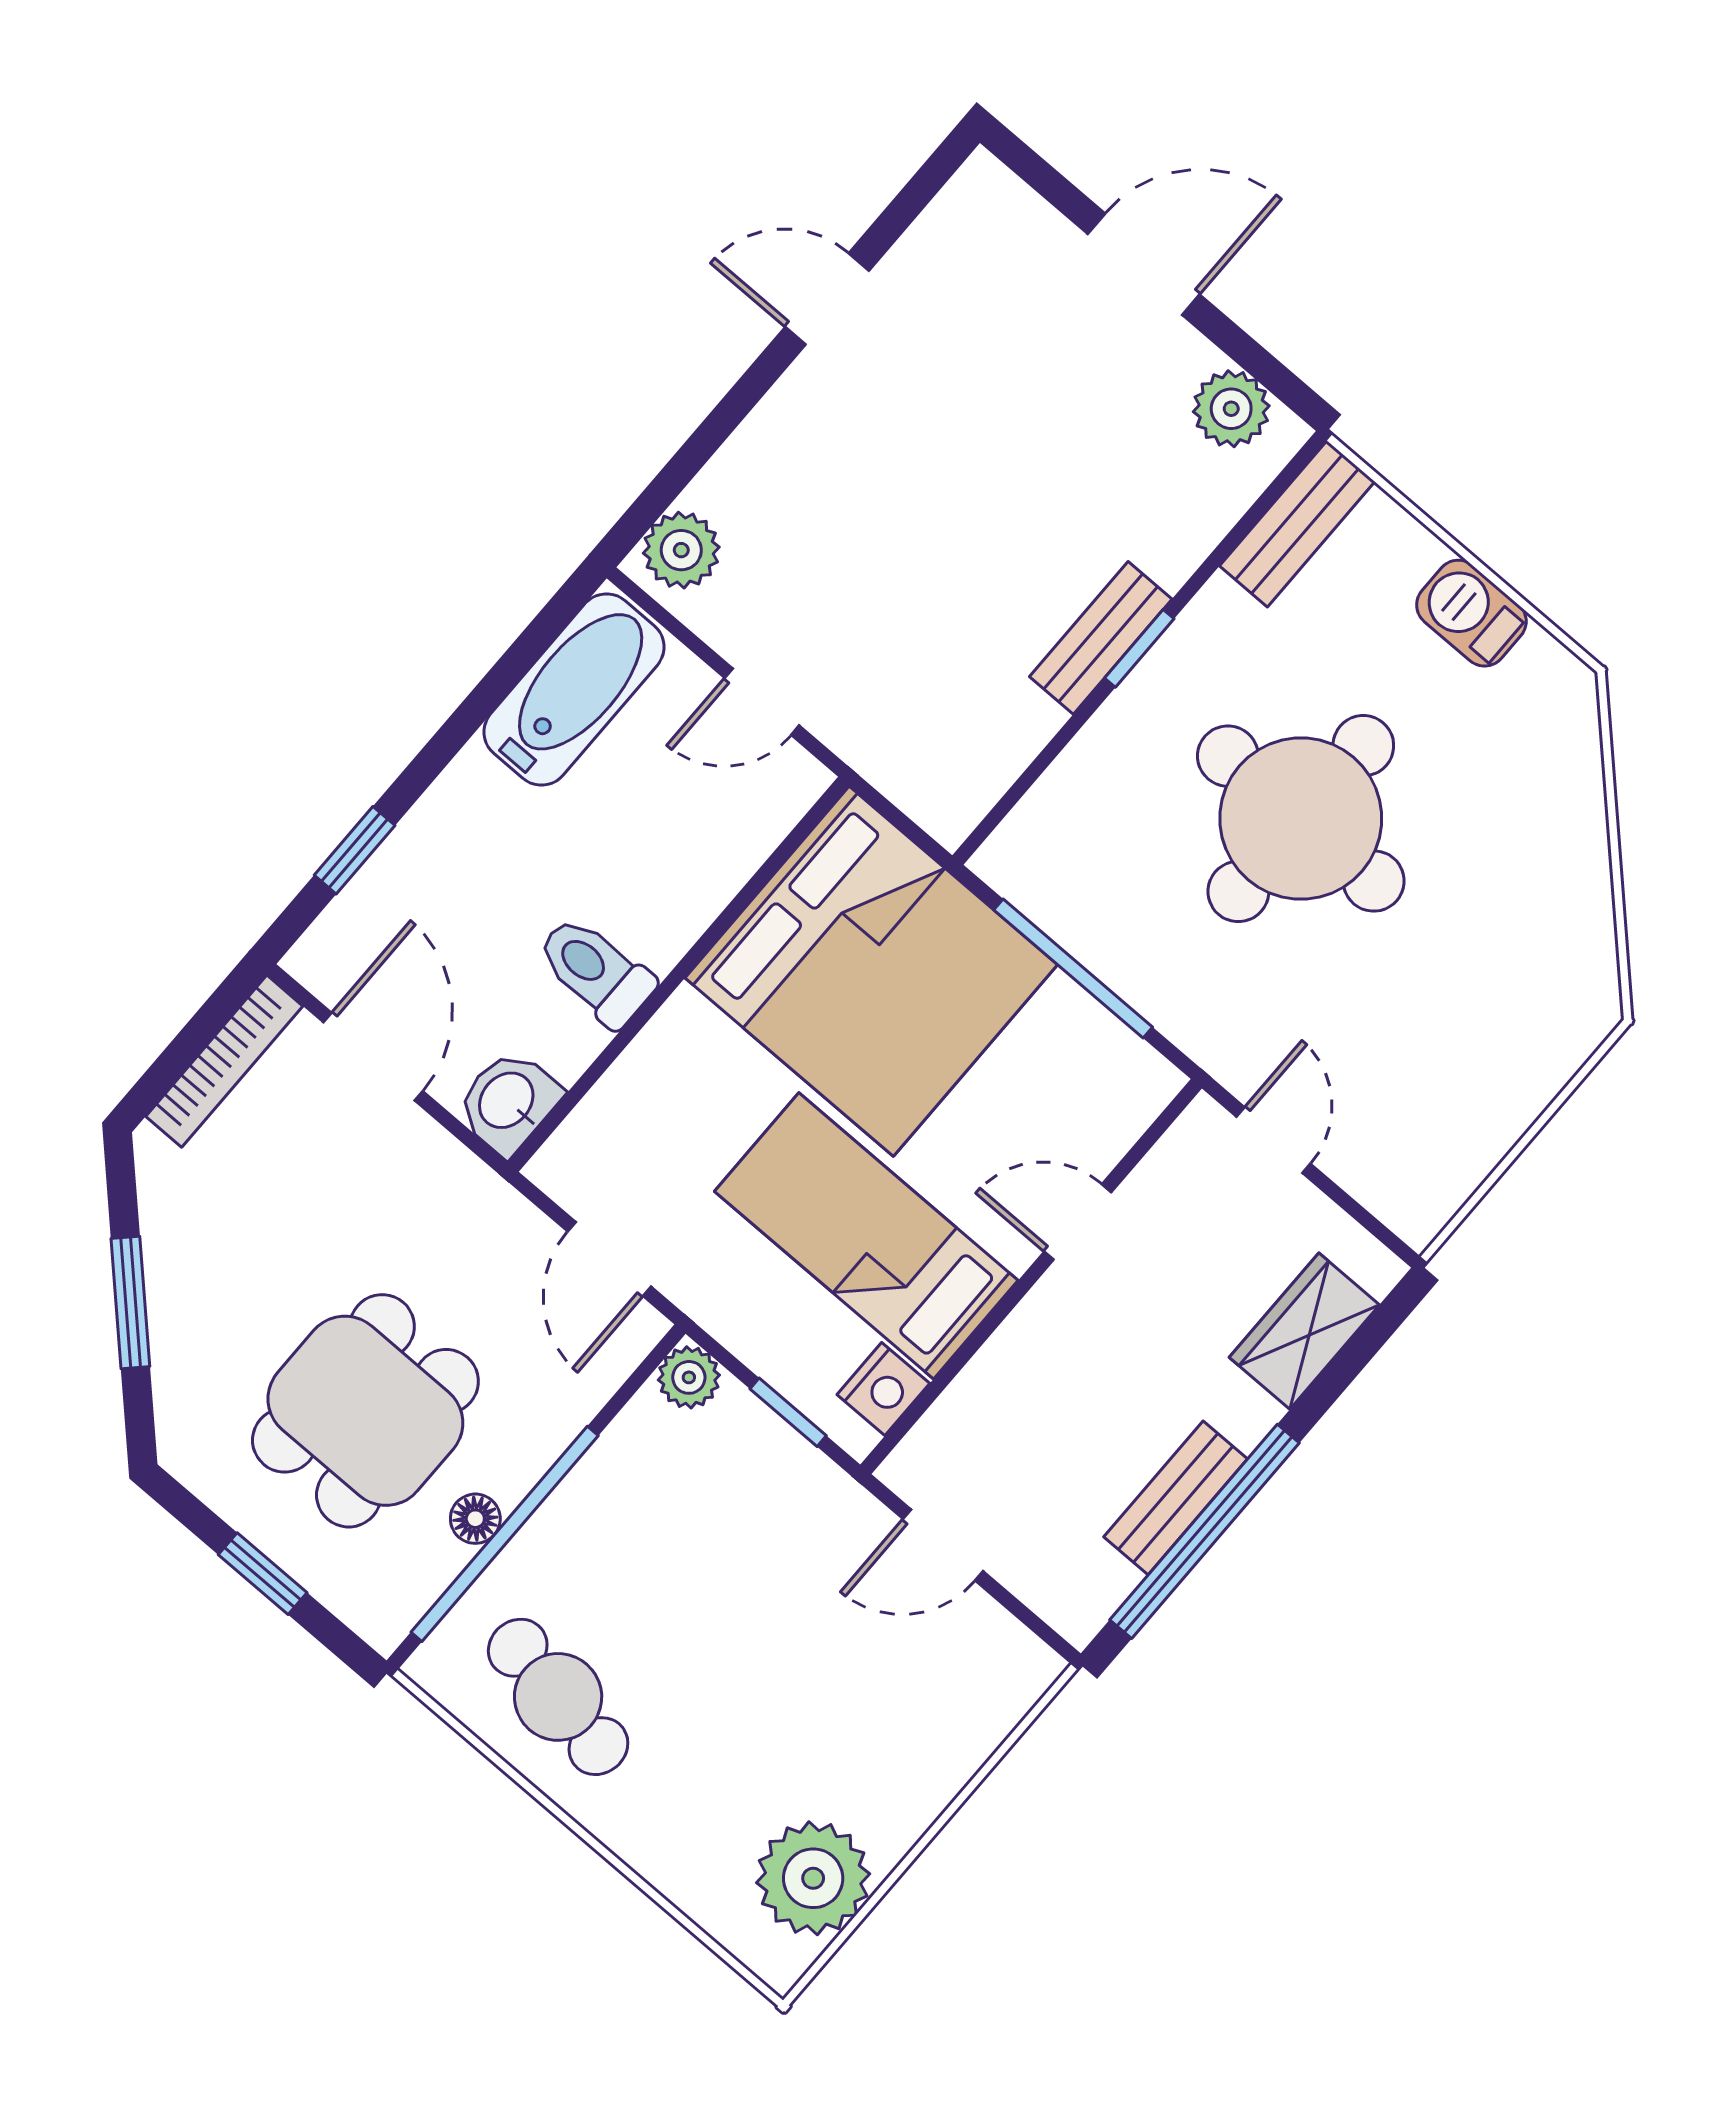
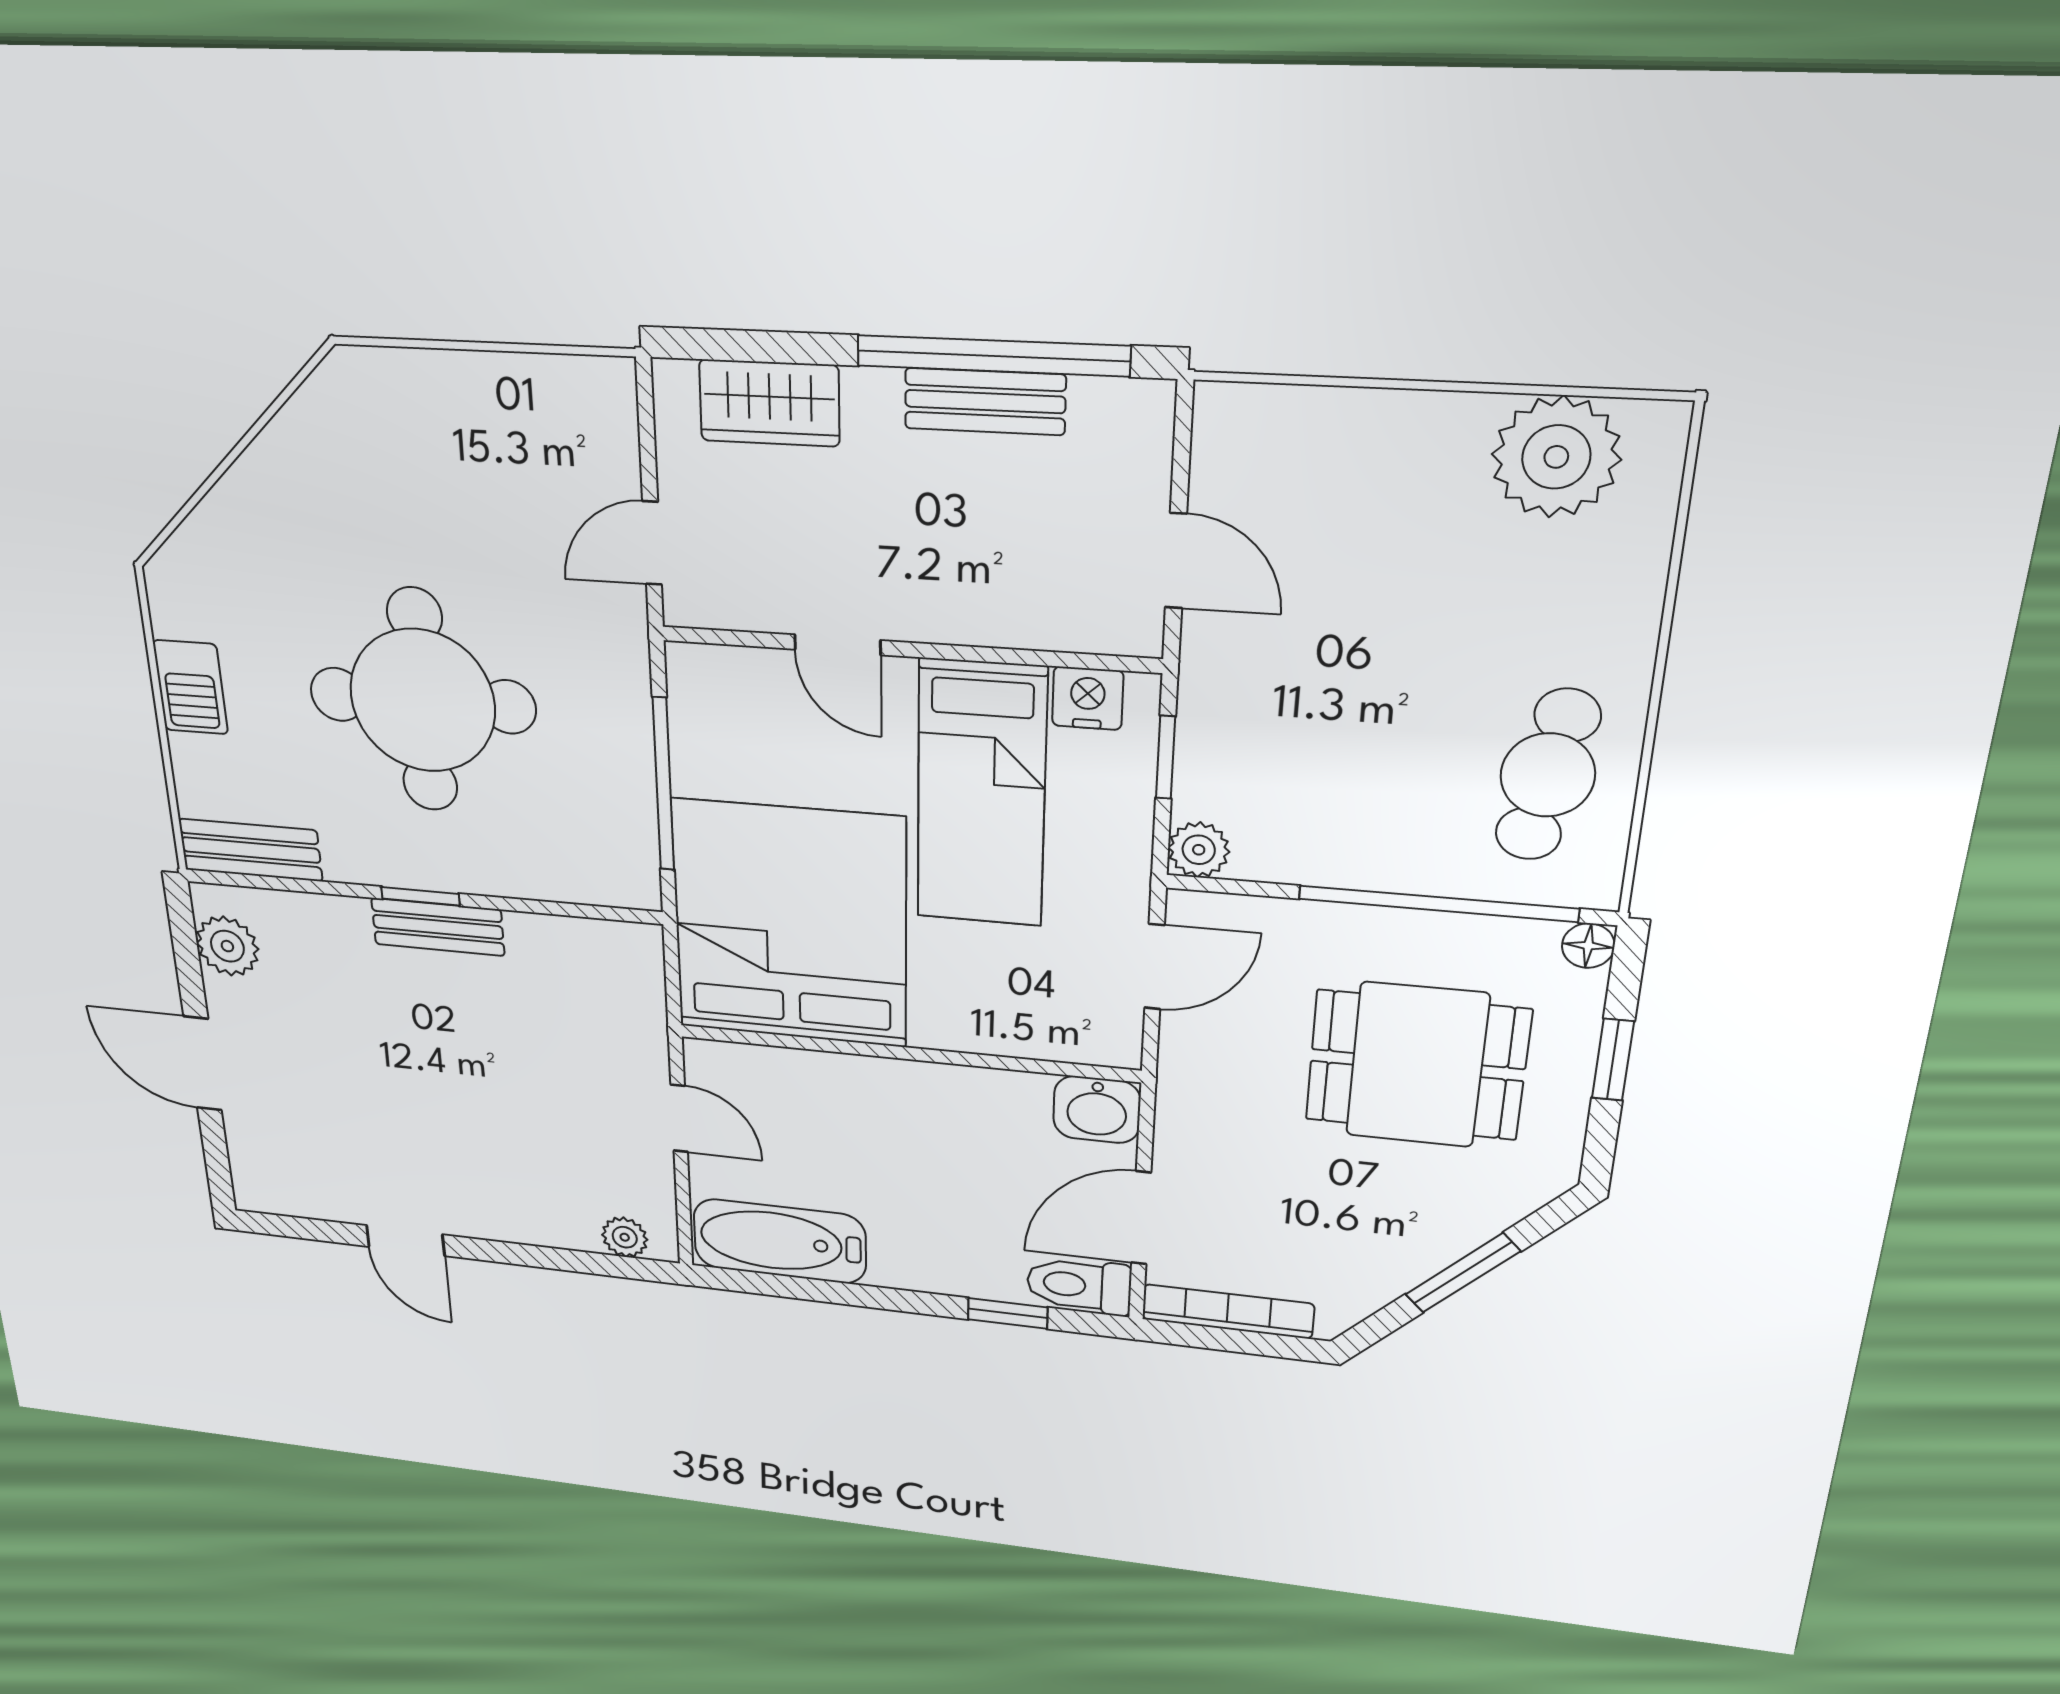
plant: (681, 550) -> (625, 1237), width x0.73, depth x0.73
toilet: (595, 971) -> (1079, 1285), moved, turned 90
floor lamp: (475, 1519) -> (1588, 946), moved

